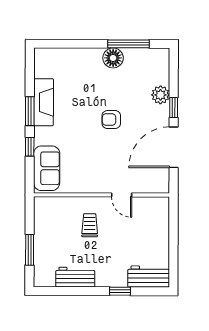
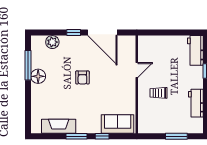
plant: (160, 95) -> (52, 42), moved
fireplace: (44, 102) -> (59, 126), moved

